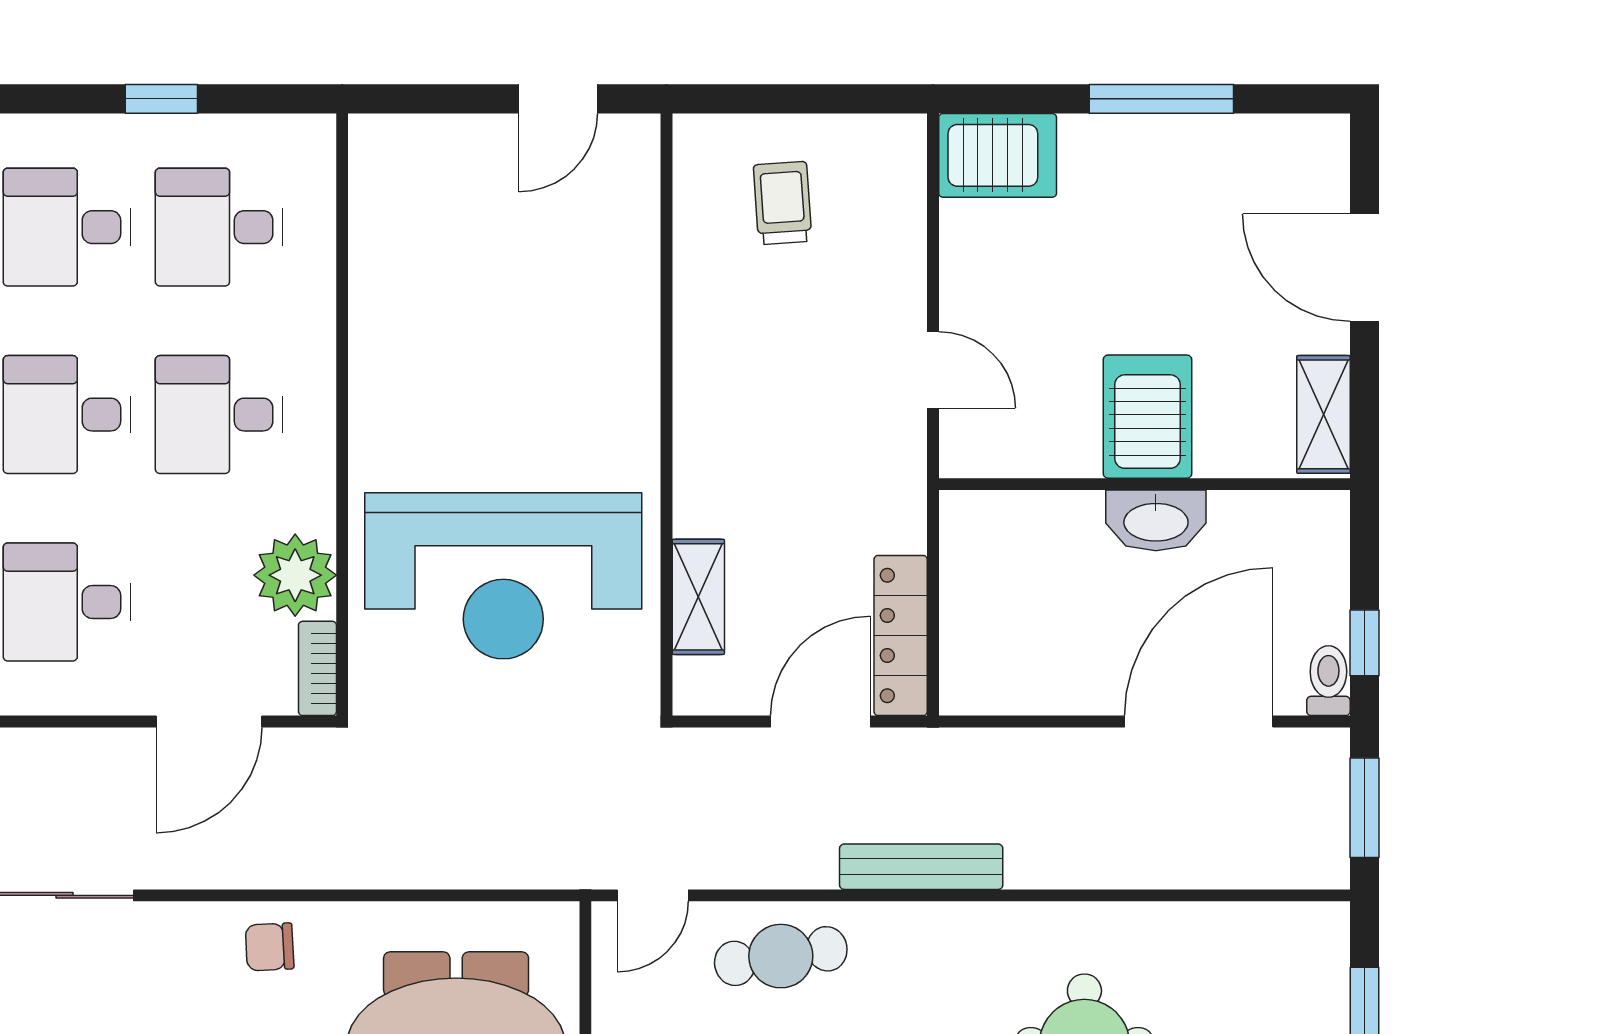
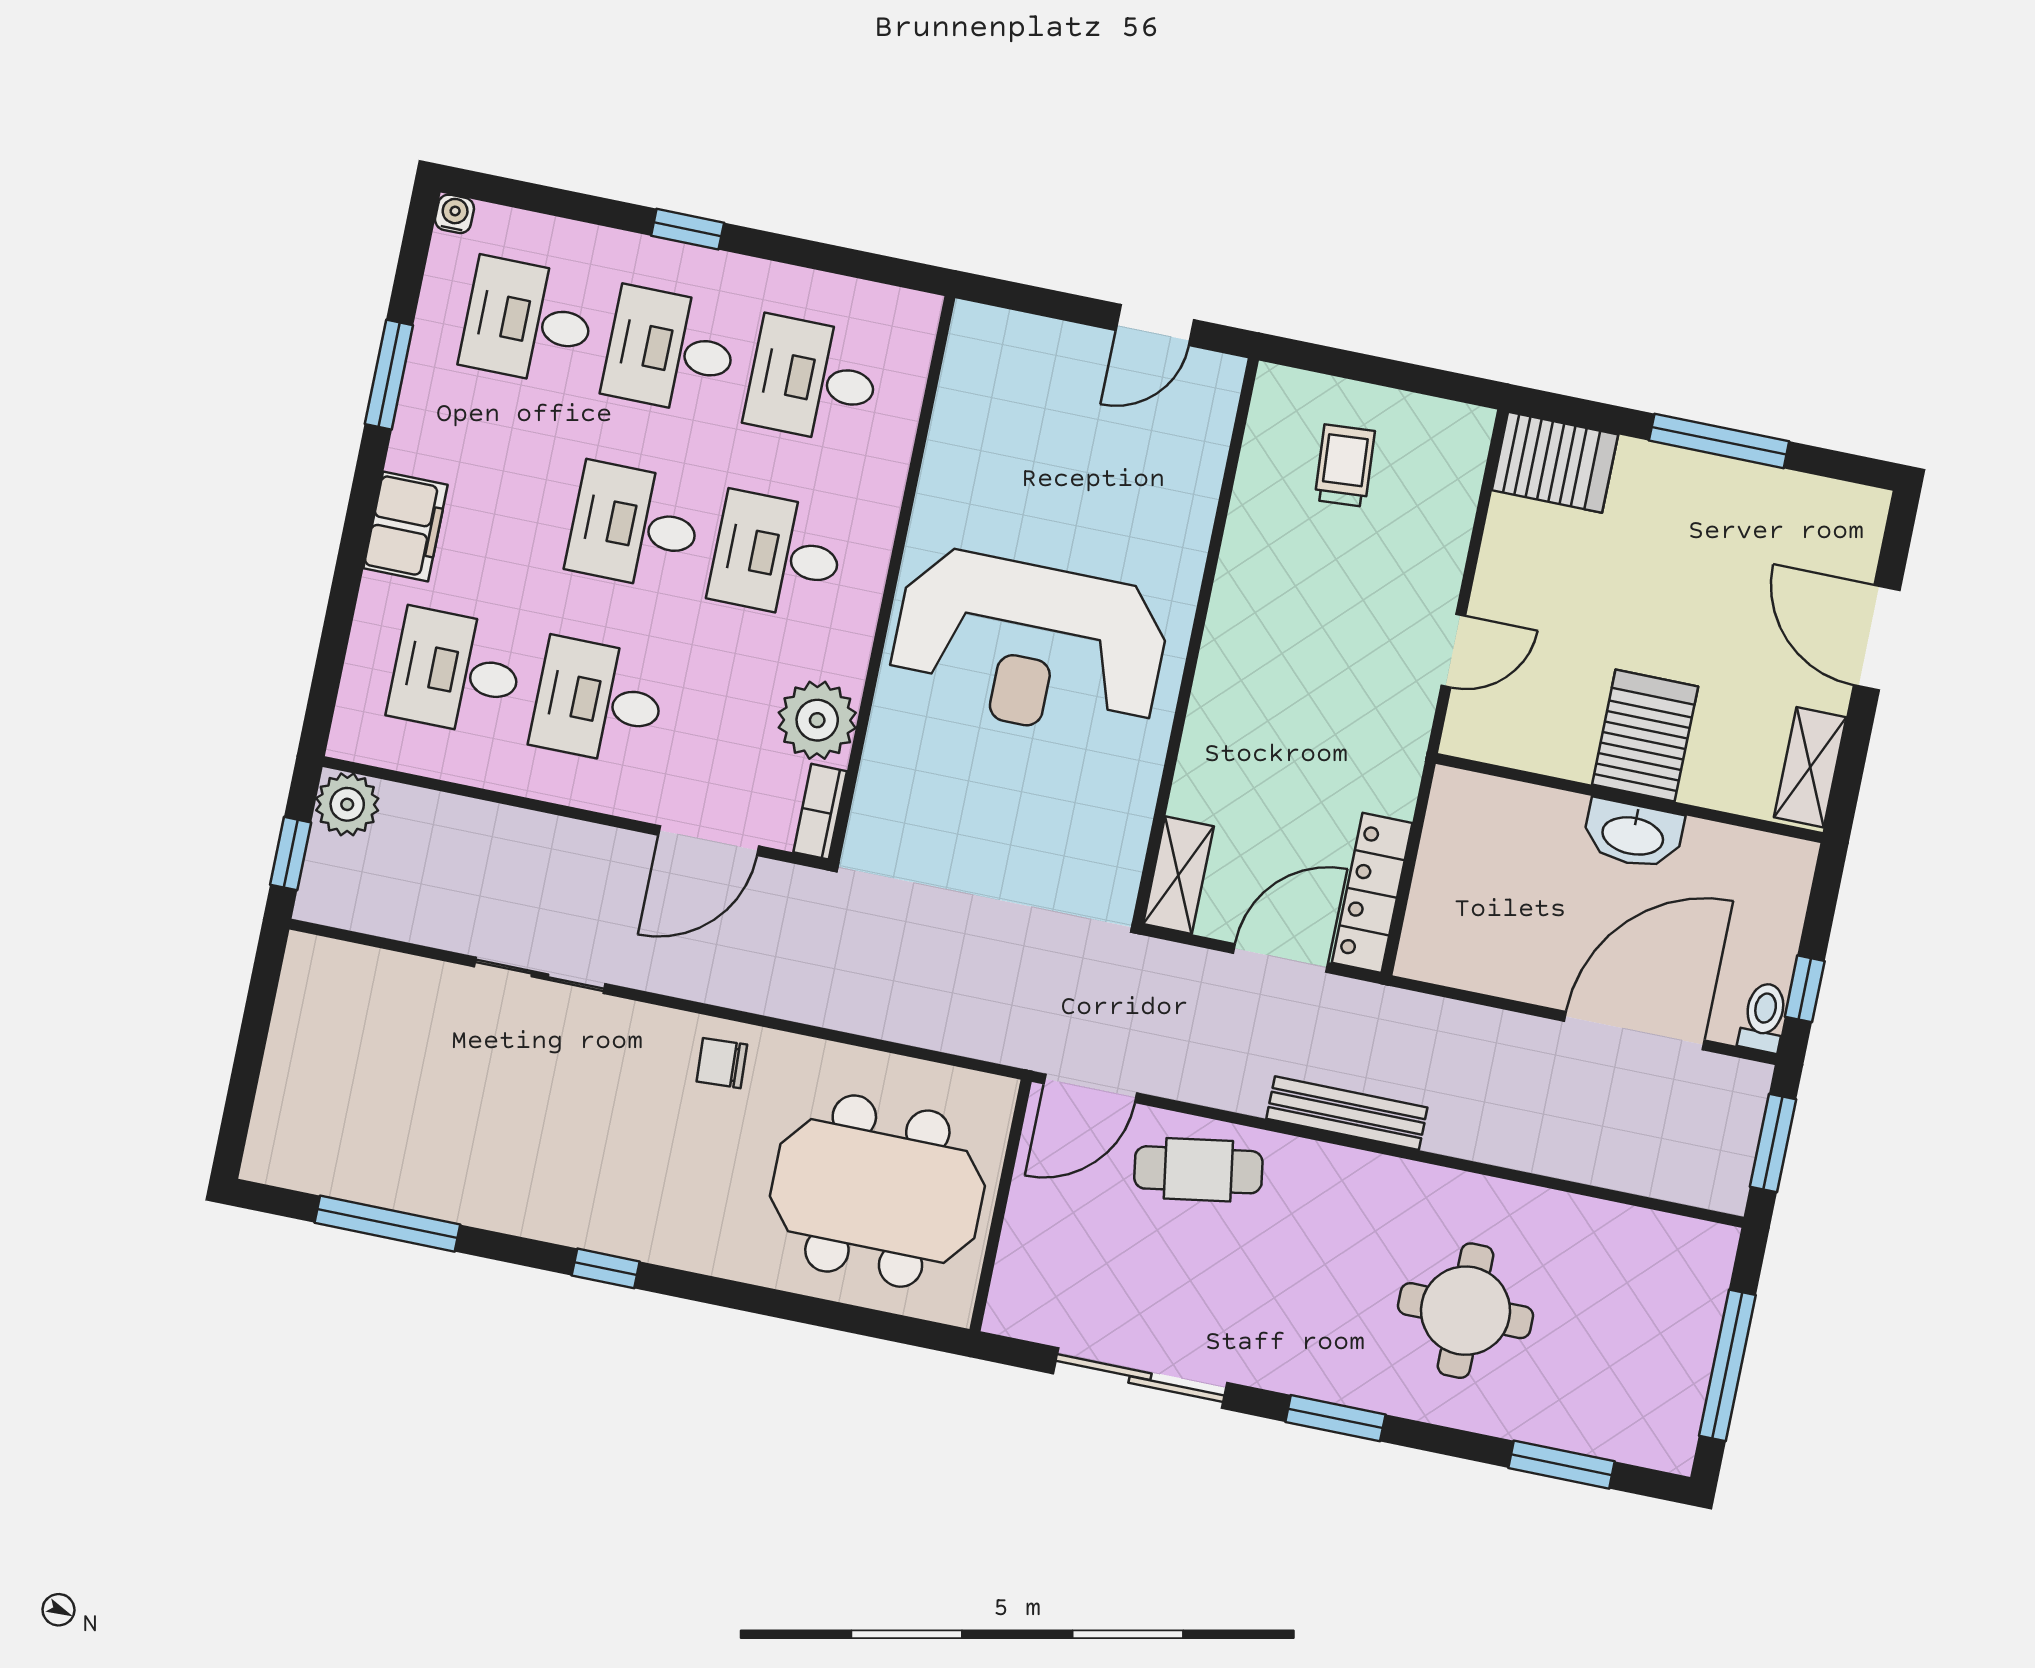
window: (161, 99) -> (688, 229), moved
door: (933, 370) -> (1453, 651), hinge flipped
reception desk: (503, 576) -> (1029, 645), moved
shelving: (698, 597) -> (1178, 875), moved
door: (653, 895) -> (1090, 1088), width x1.38

